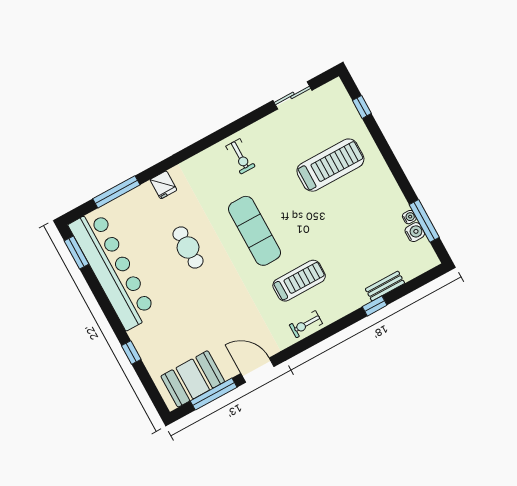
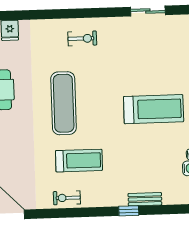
exercise bike: (240, 156) -> (82, 38), turned -90
treadmill: (330, 165) -> (154, 109), moved

